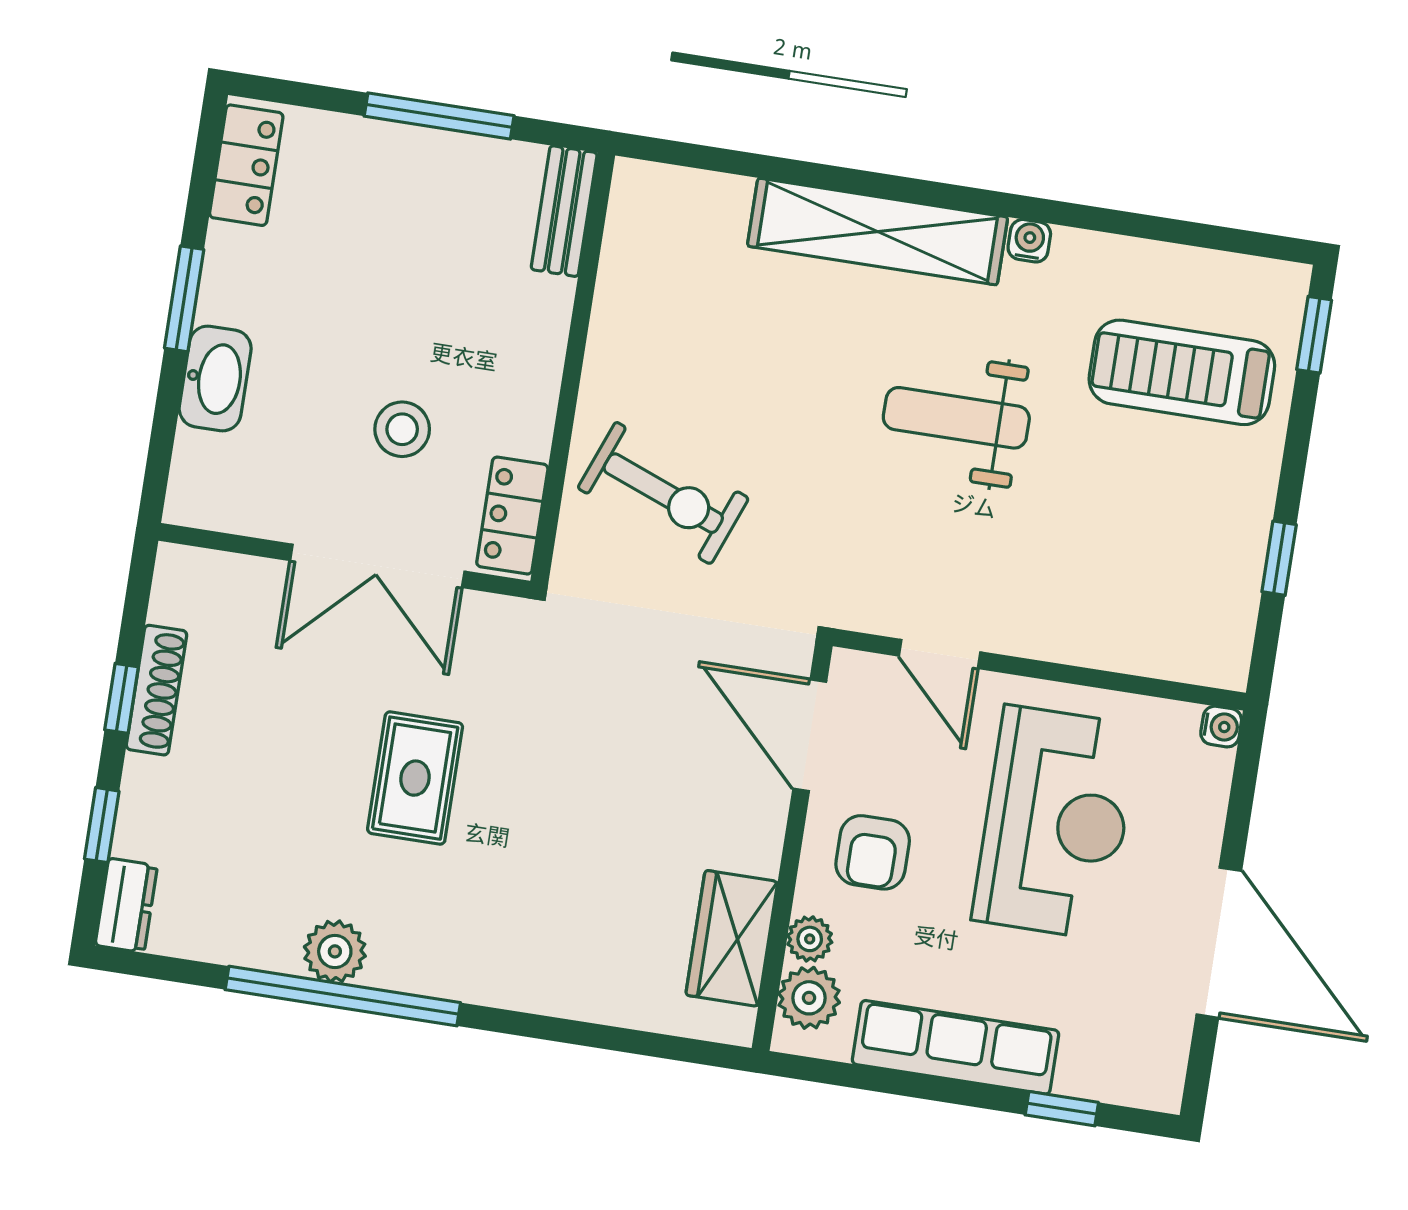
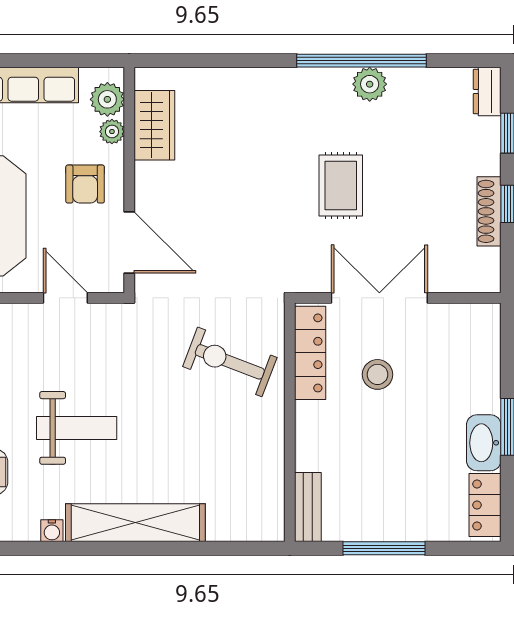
washbasin: (215, 378) -> (484, 443), moved
locker: (512, 516) -> (310, 353), width x1.53
armchair: (873, 852) -> (85, 184), turned 180

